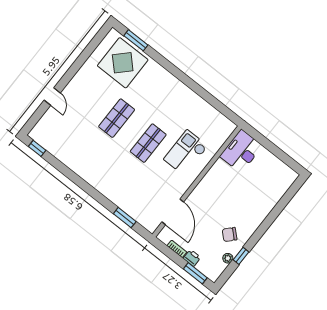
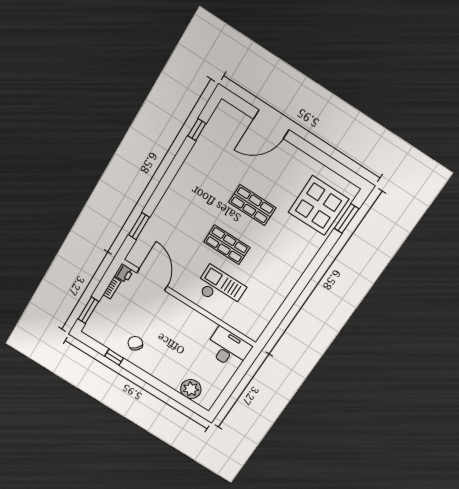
door: (52, 97) -> (271, 124), width x1.88
window: (37, 148) -> (197, 130), moved
door: (173, 212) -> (152, 280), swing flipped
printer: (192, 258) -> (124, 273), moved
plant: (228, 258) -> (191, 389), moved, width x1.88, depth x1.88

